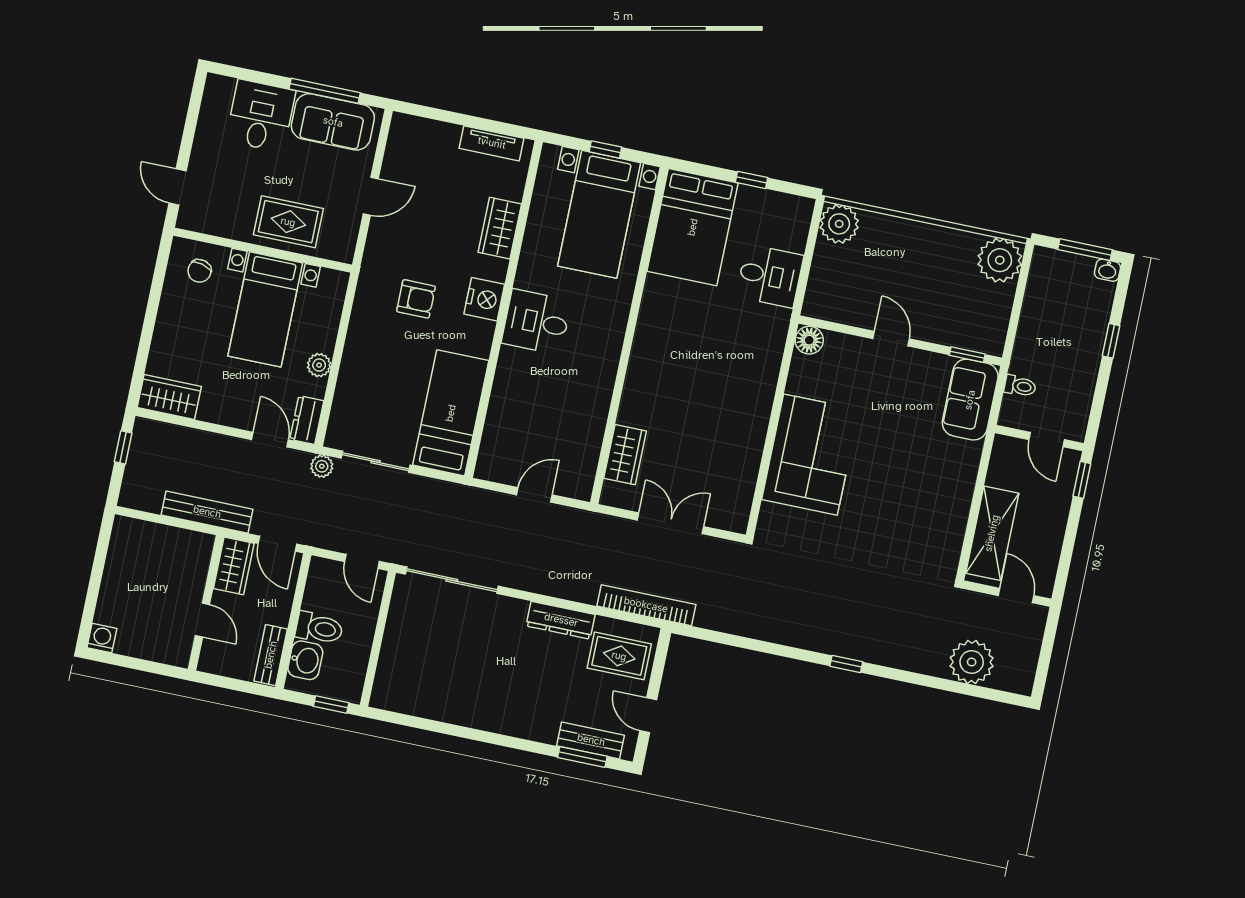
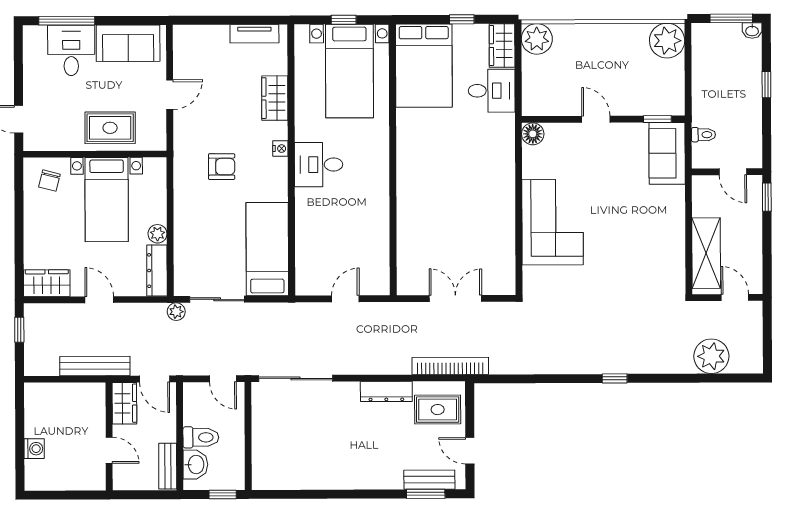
window: (325, 91) -> (67, 21), moved
nightstand: (484, 299) -> (280, 149), width x0.53, depth x0.56
dresser: (307, 420) -> (157, 271), width x1.44
door: (270, 440) -> (99, 300), moved
wardrobe: (625, 455) -> (502, 45), moved, turned 180
washing machine: (102, 638) -> (34, 449), moved, turned 90

